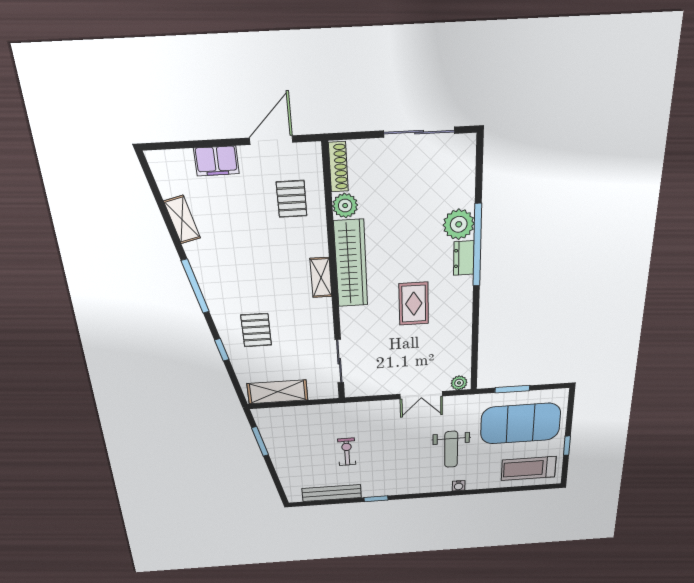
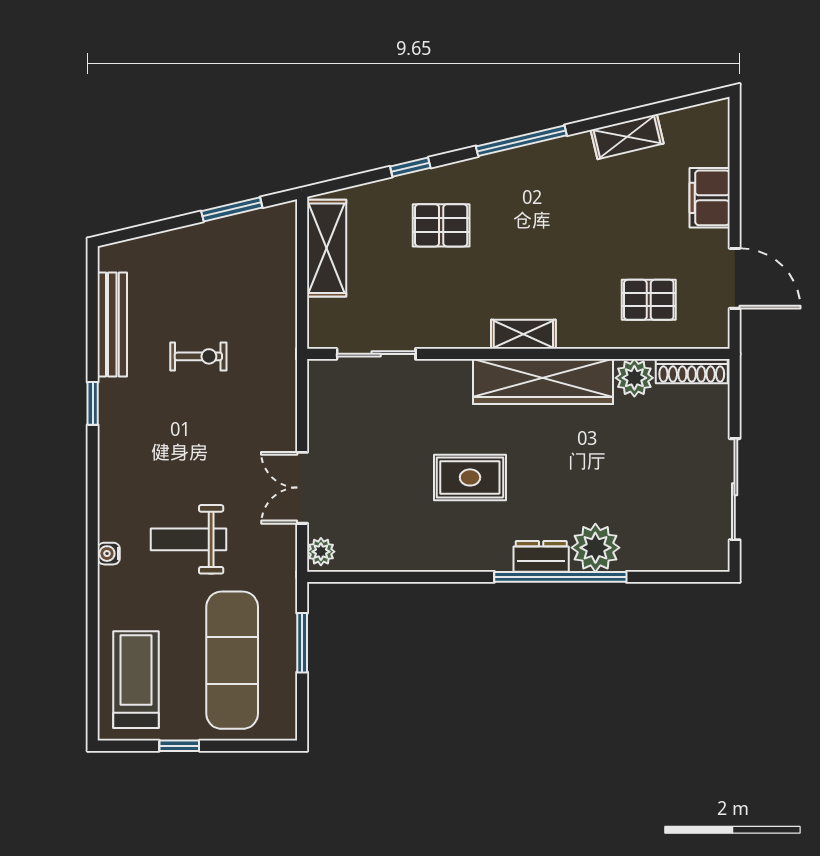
exercise mat: (521, 424) -> (232, 660), width x0.68

